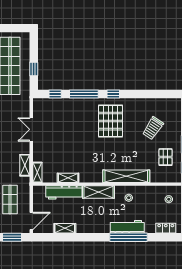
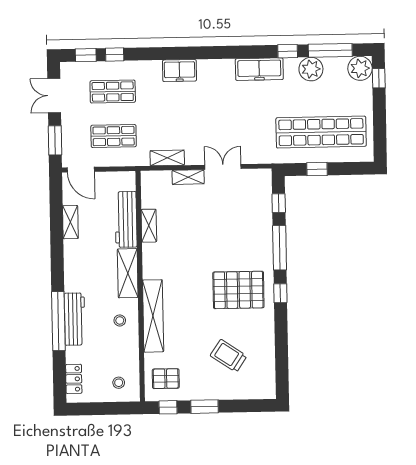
pallet: (165, 157) -> (166, 379), moved
shelving: (37, 172) -> (188, 177), moved

